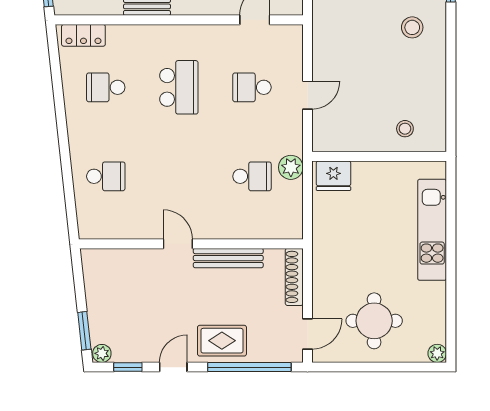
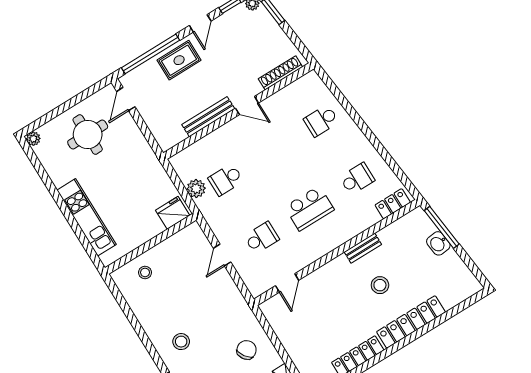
school desk: (179, 87) -> (309, 208), turned -90
plant: (291, 167) -> (196, 189), moved
shoe rack: (294, 277) -> (280, 73), moved, turned -90

